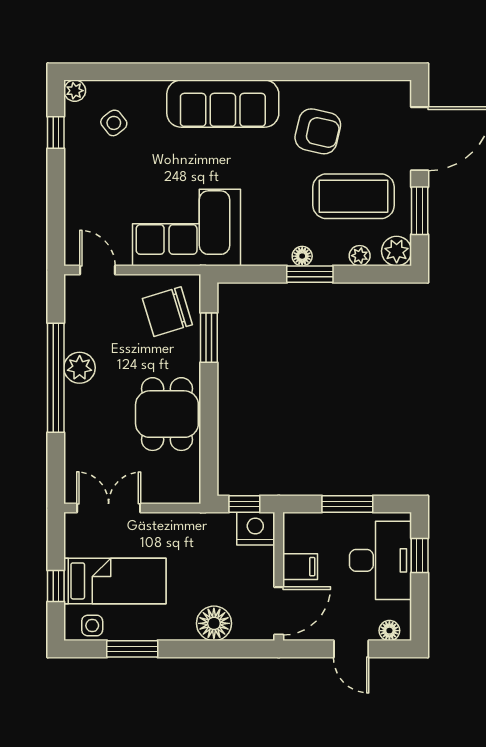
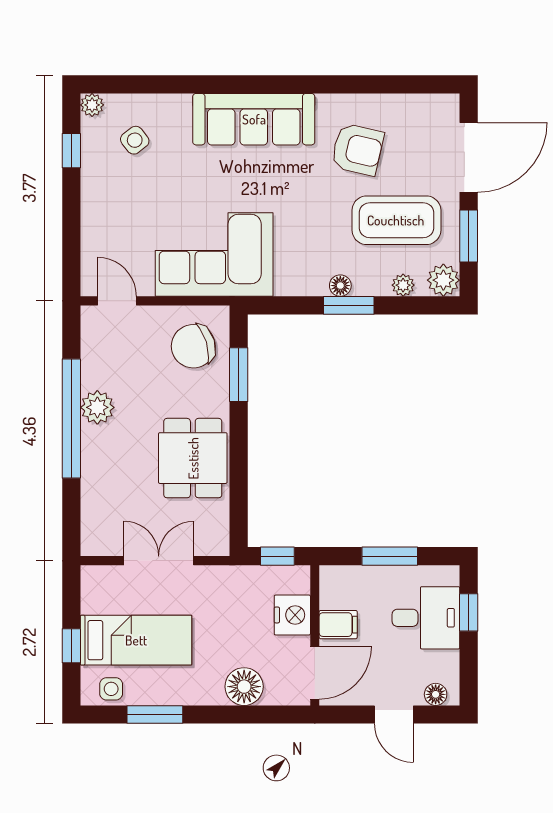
double door: (109, 508) -> (159, 561), moved
nightstand: (255, 529) -> (292, 615), moved, turned 90
desk: (381, 560) -> (426, 618), width x0.73

